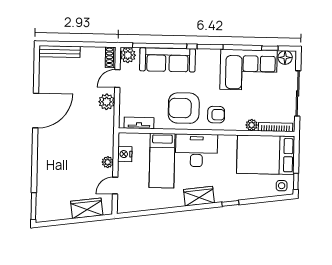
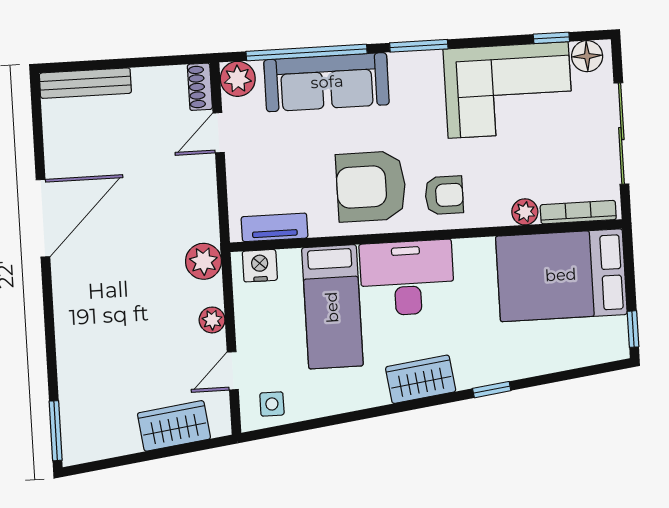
plant: (107, 102) -> (203, 261), moved
nightstand: (125, 154) -> (260, 266), moved, turned 90
side table: (282, 186) -> (272, 404), moved

